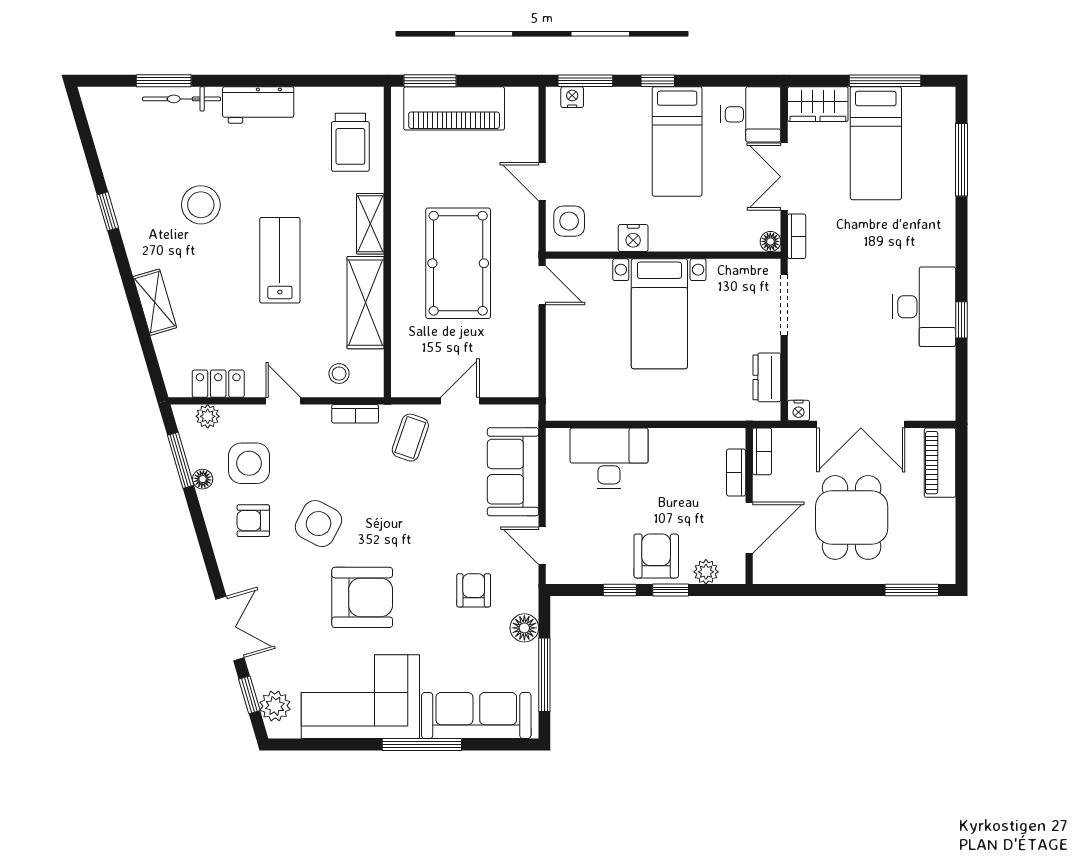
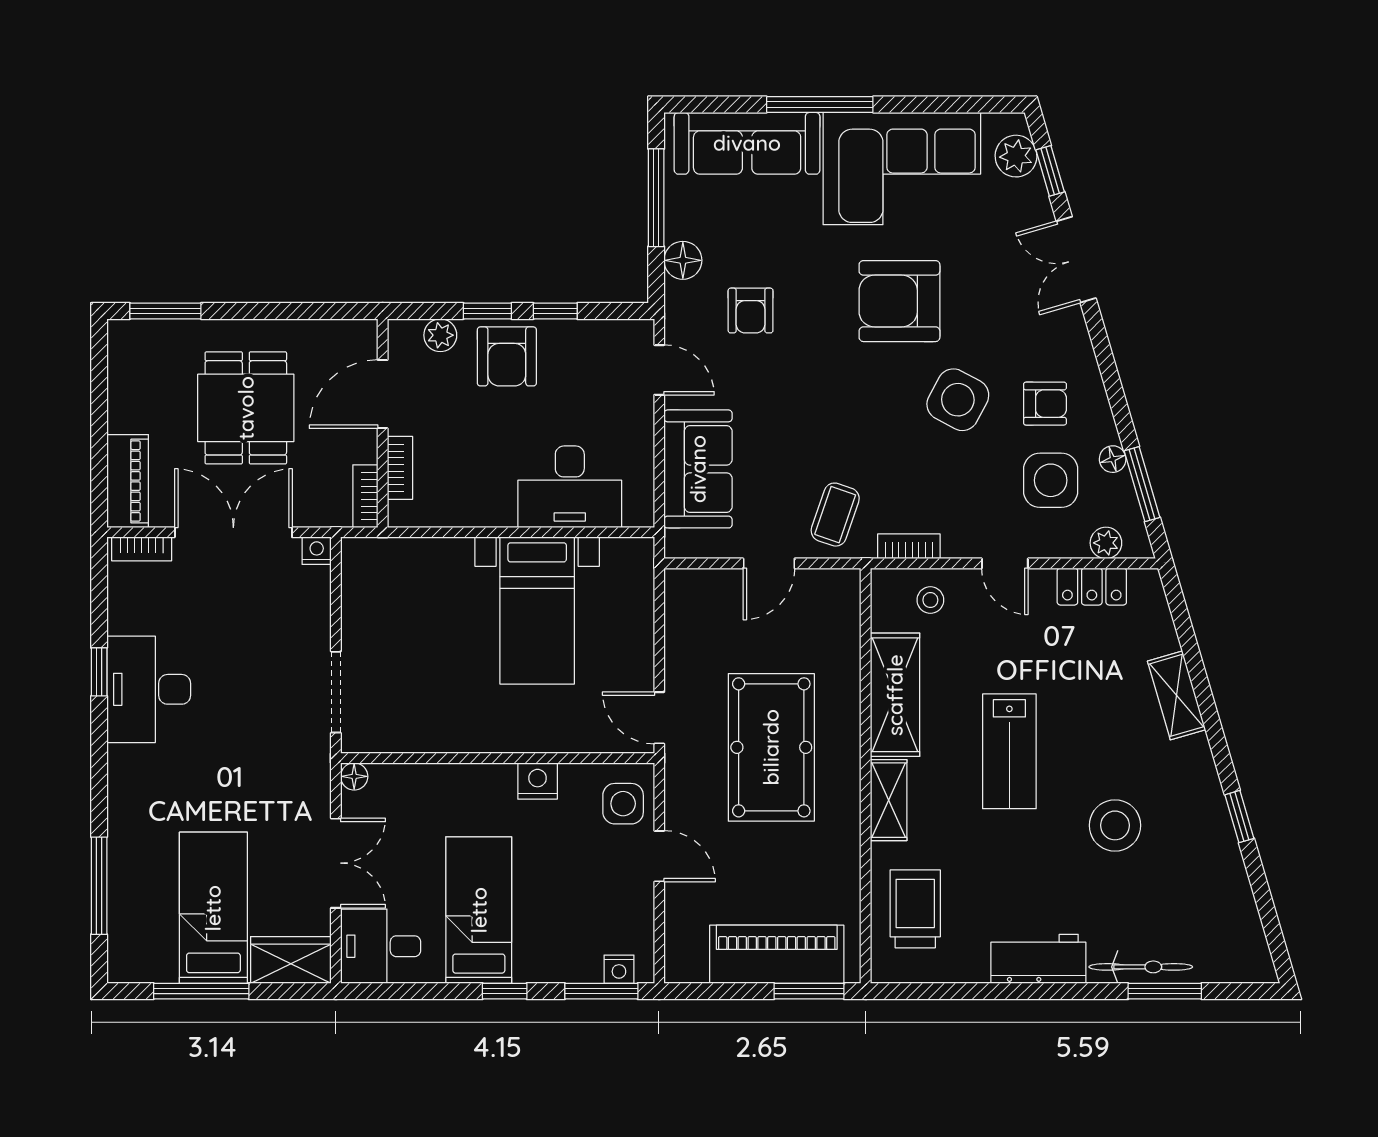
bookcase: (797, 236) -> (142, 549), moved, turned -90
bed with nightstands: (659, 314) -> (537, 610), moved, turned 180
dresser: (767, 377) -> (359, 595), removed

